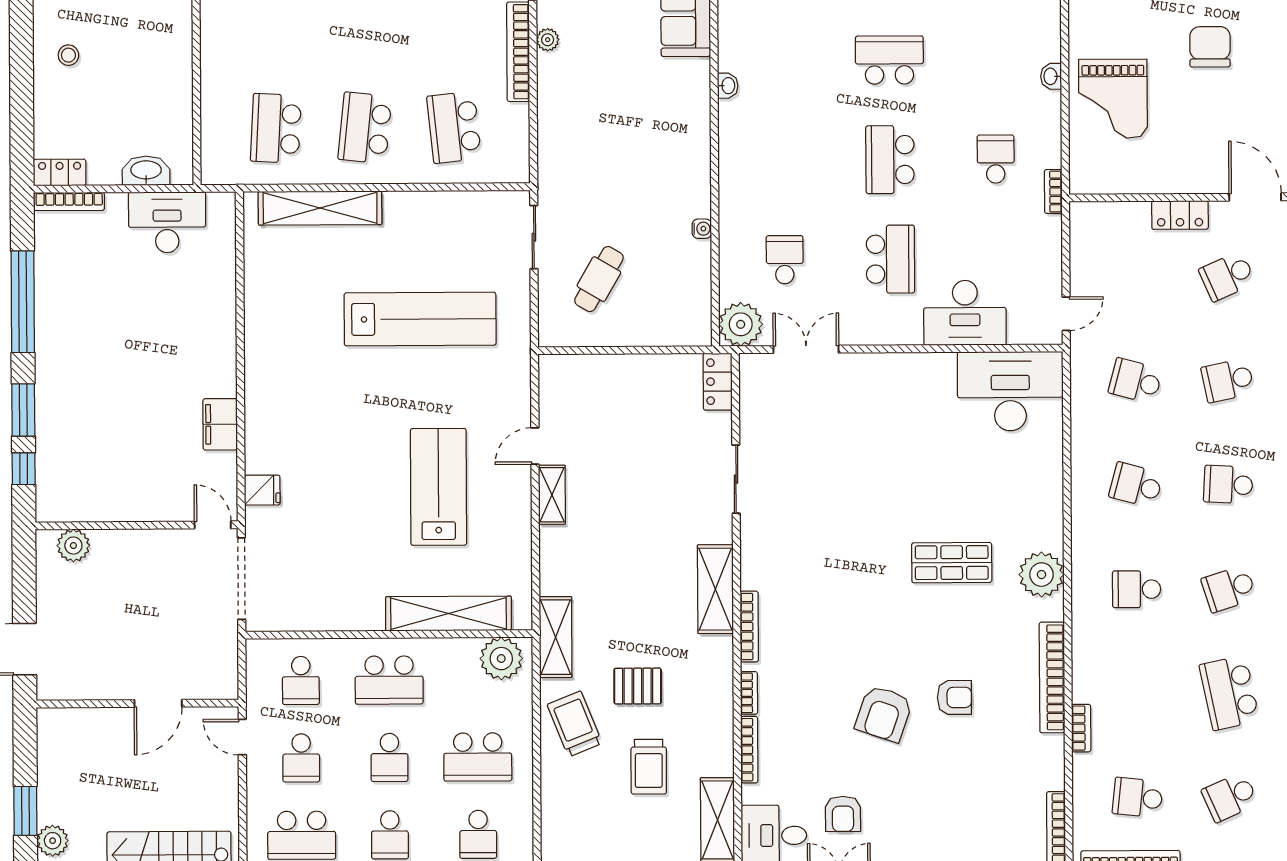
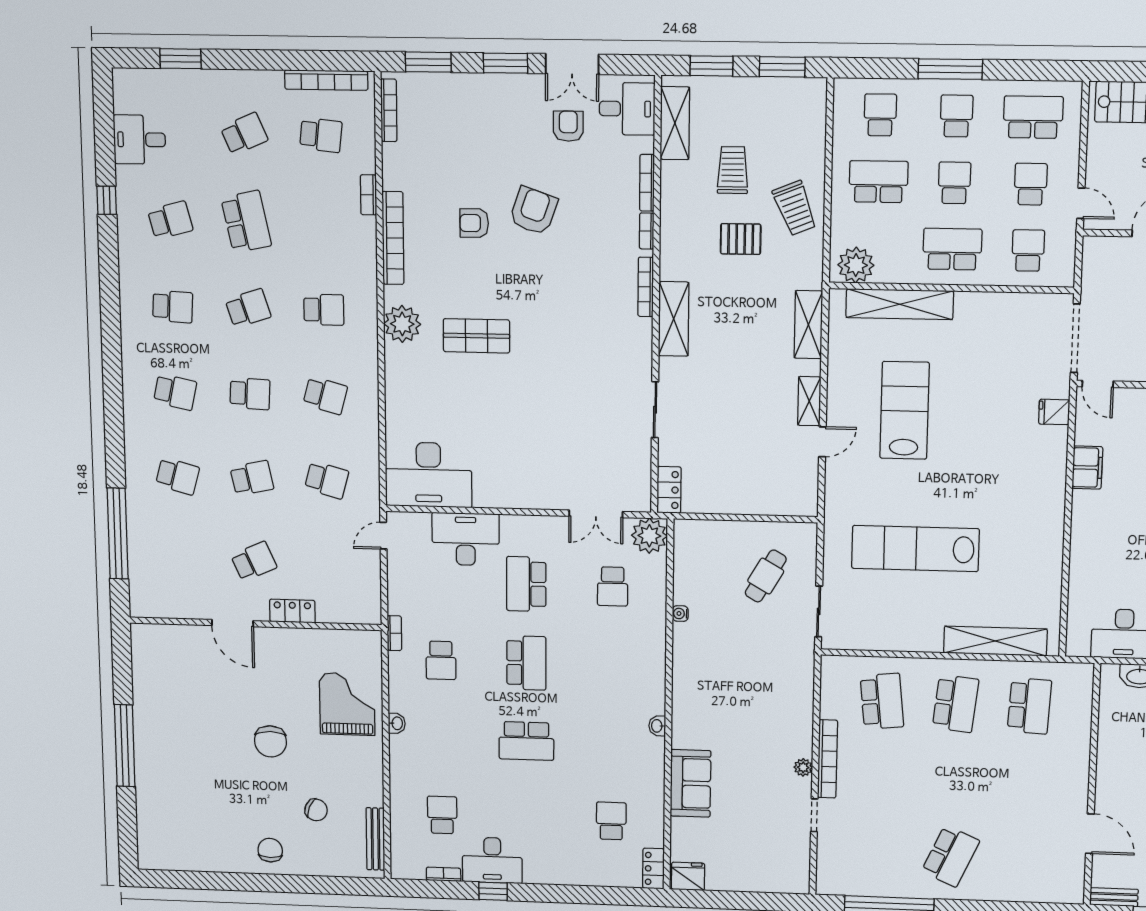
lab bench: (439, 487) -> (905, 410), turned 180
shelving: (556, 637) -> (808, 325), moved

